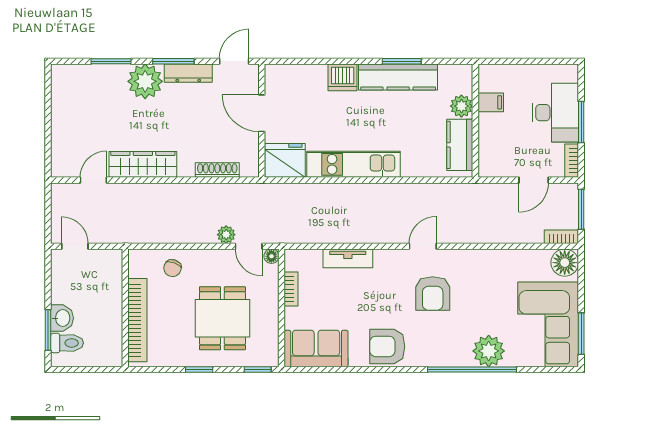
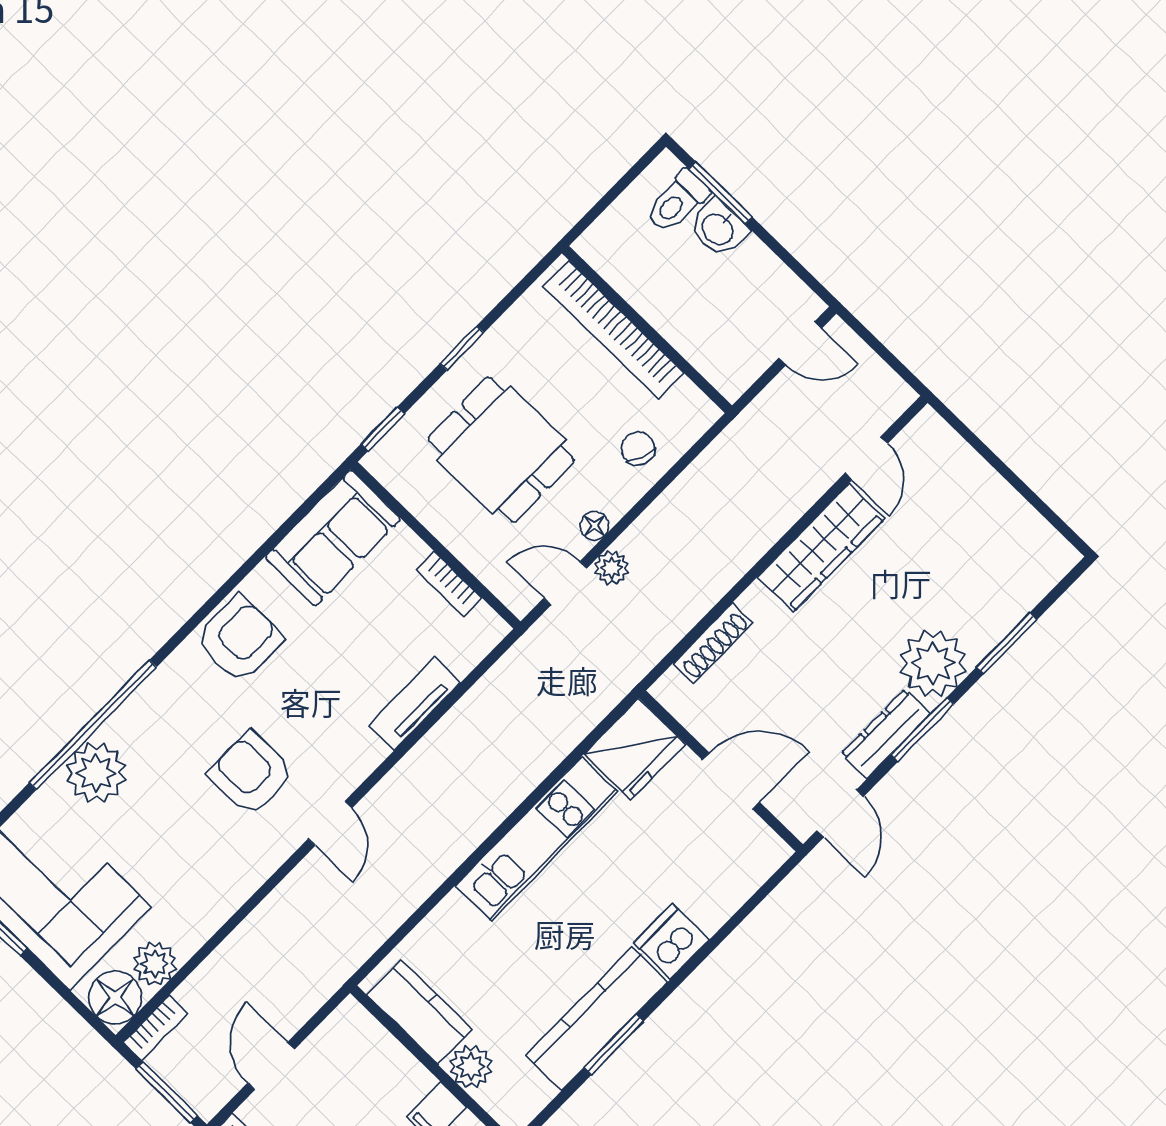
floor lamp: (271, 256) -> (594, 526), moved
plant: (538, 260) -> (155, 964), added

